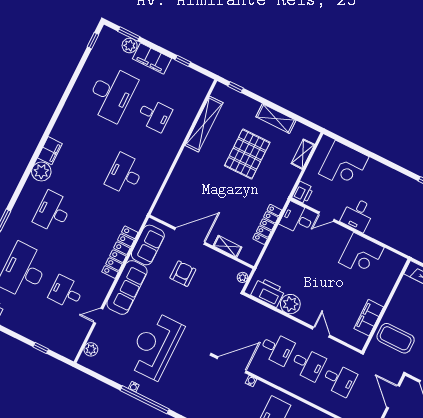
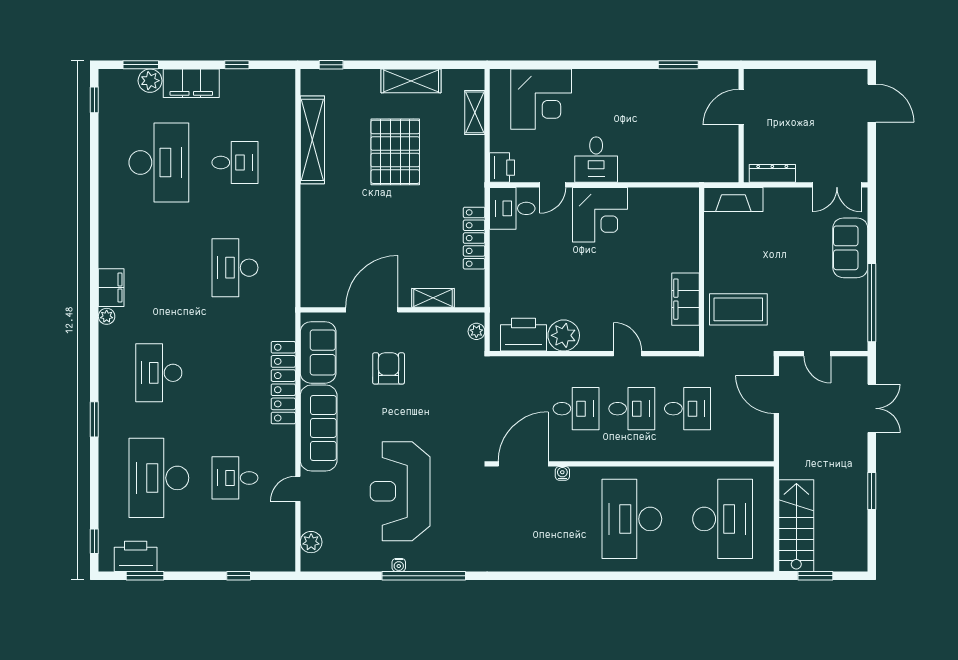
plant: (41, 172) -> (107, 316), width x0.53, depth x0.53
corner desk: (361, 255) -> (600, 215), moved

